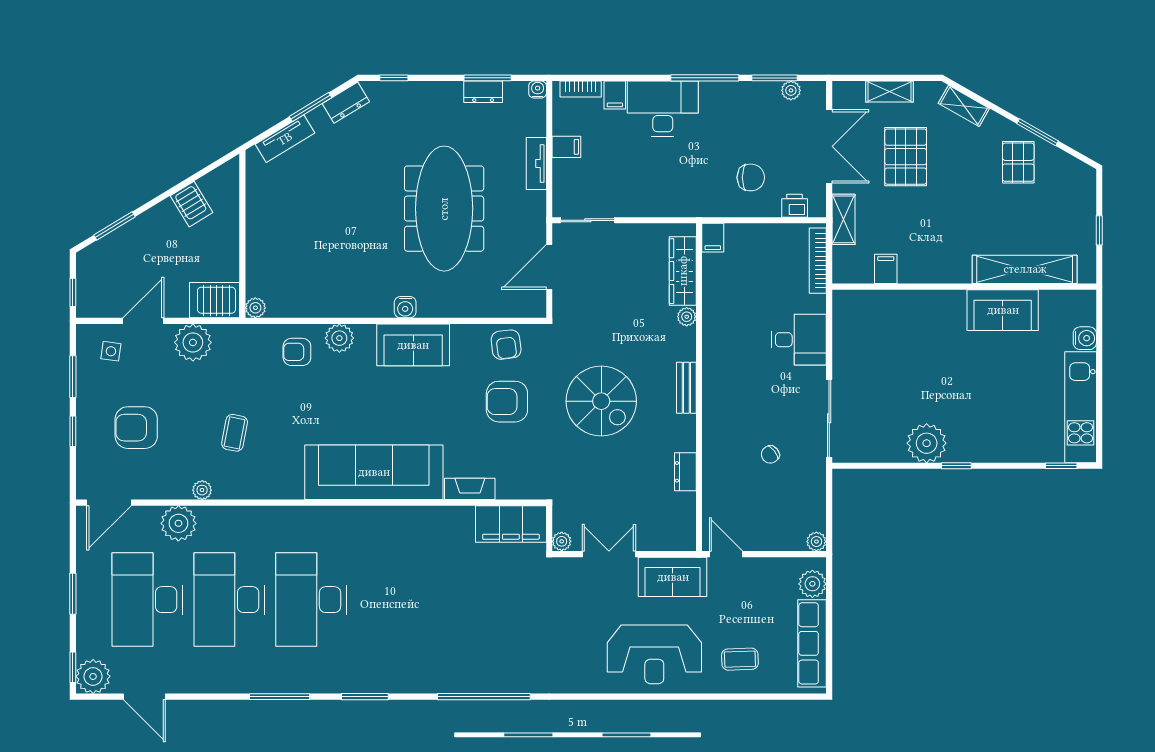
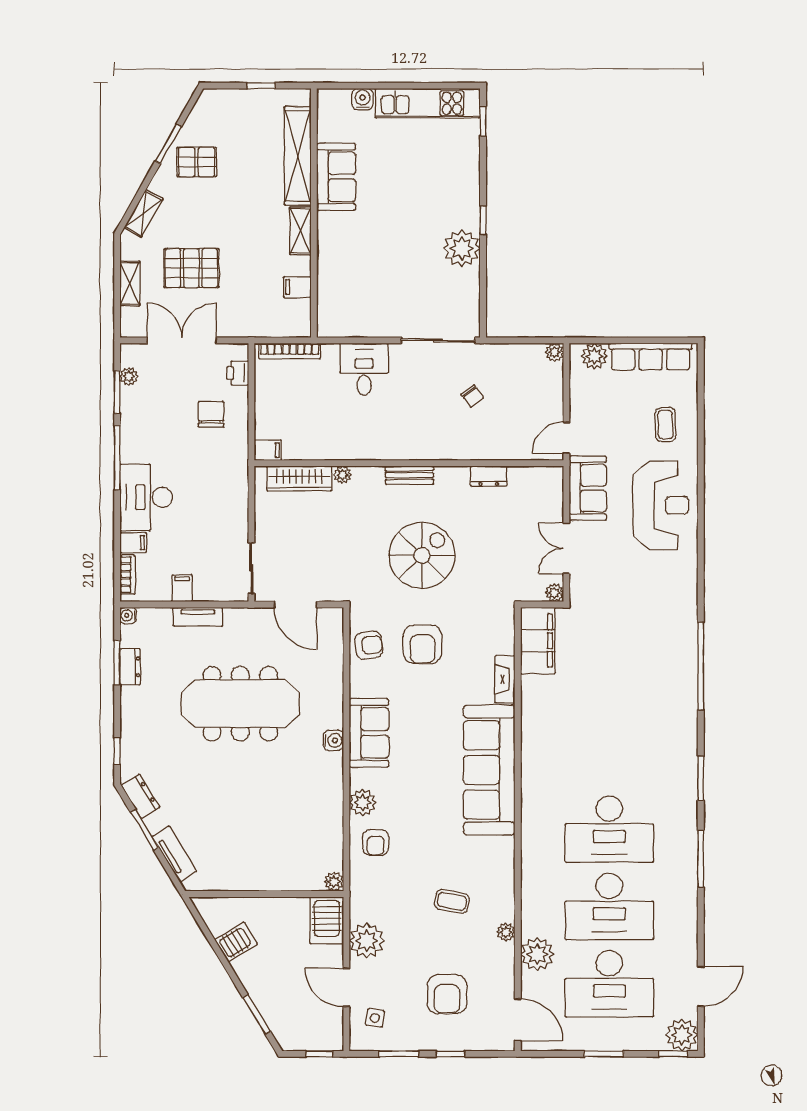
shelving: (843, 219) -> (300, 231), moved, turned 90

